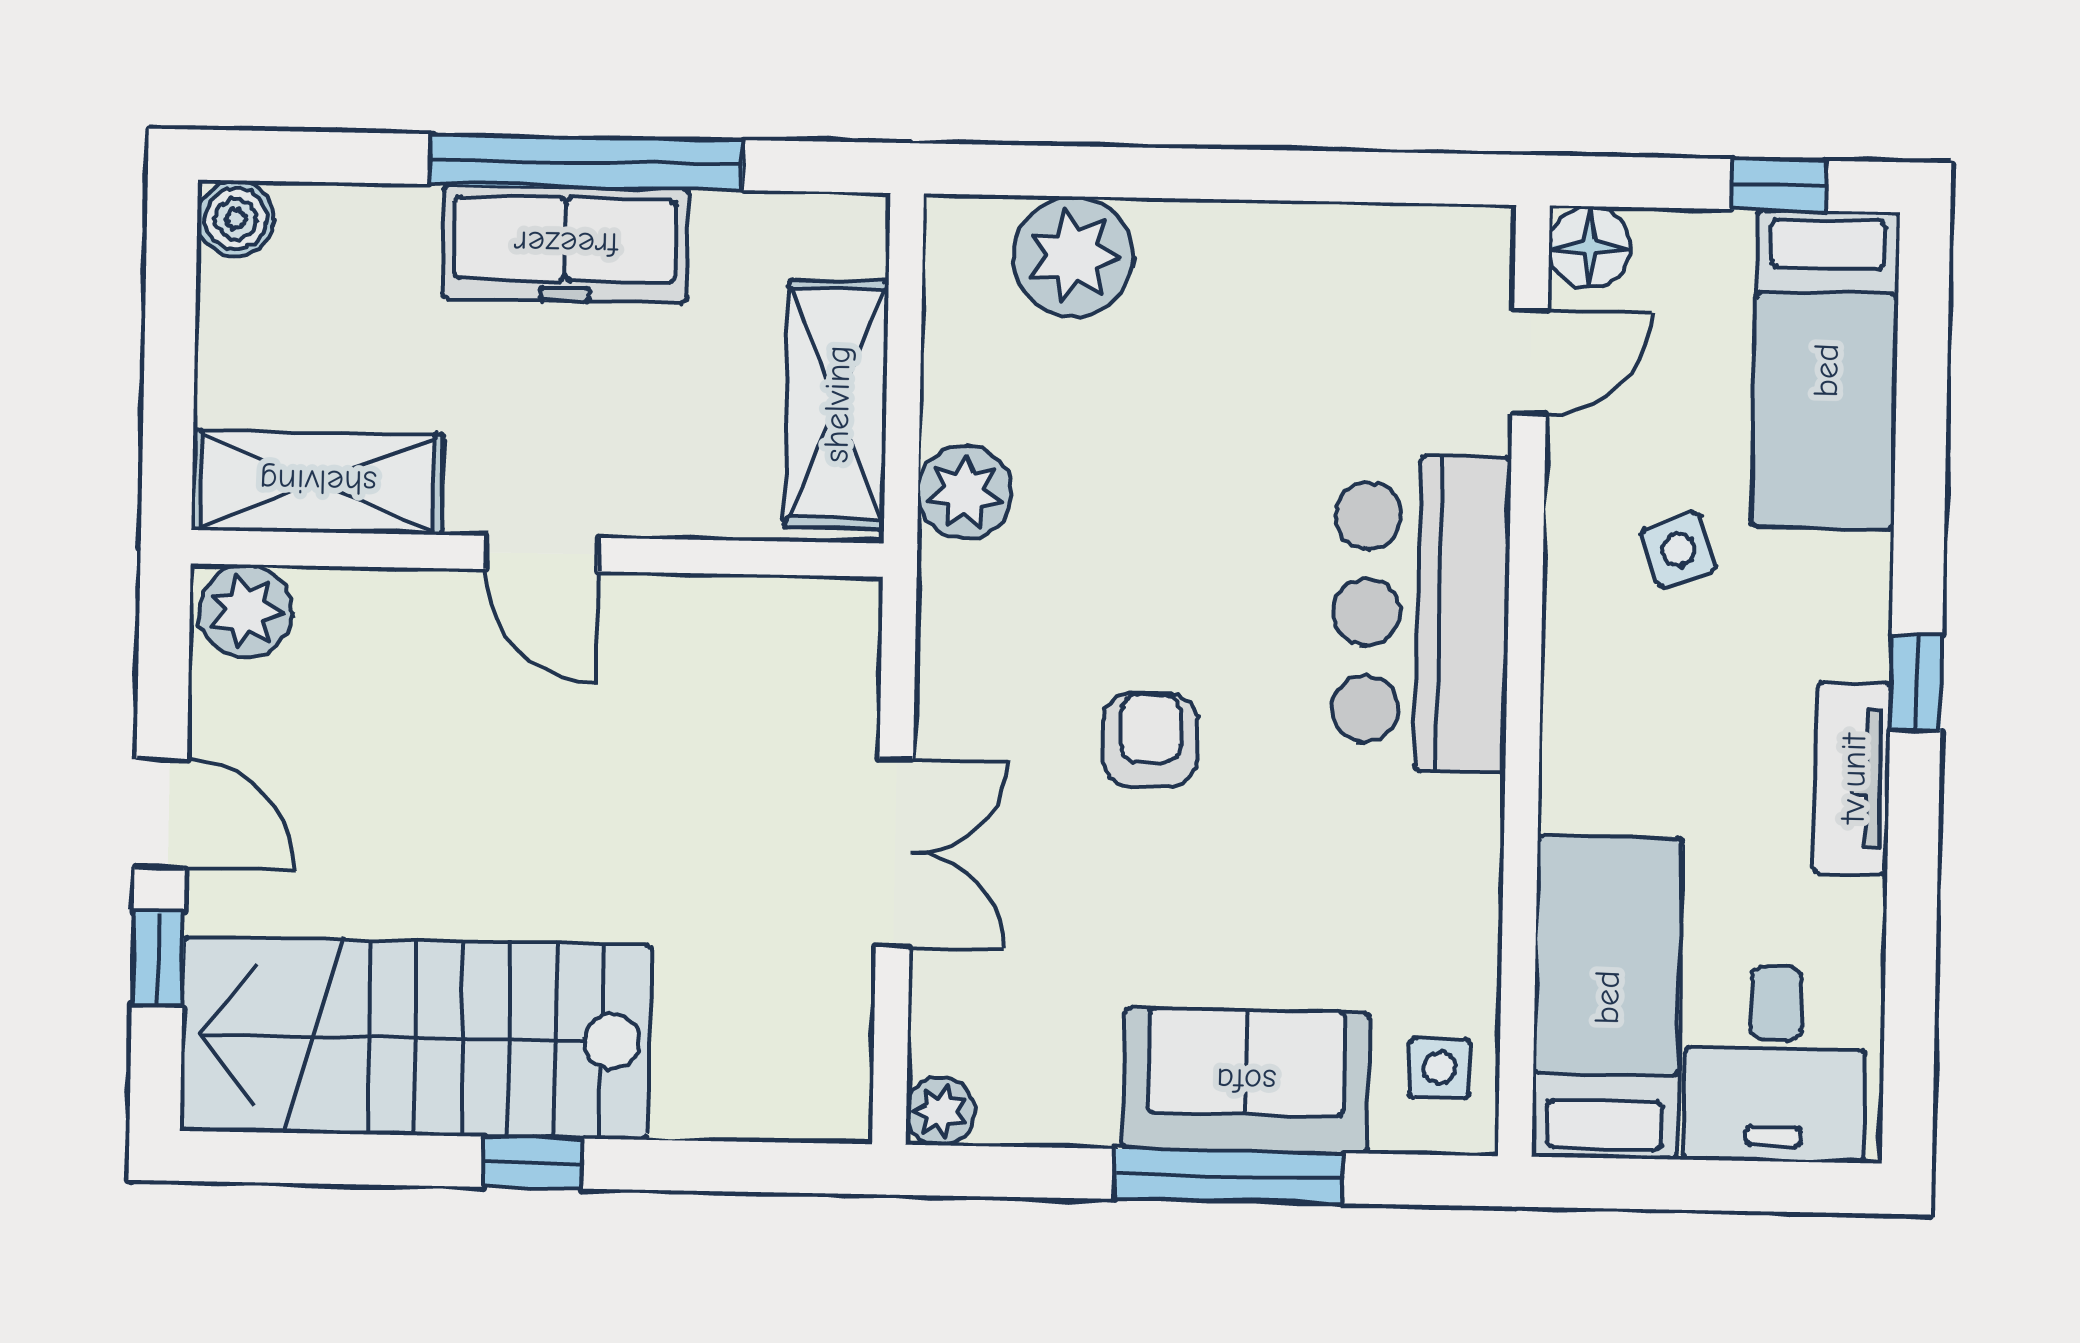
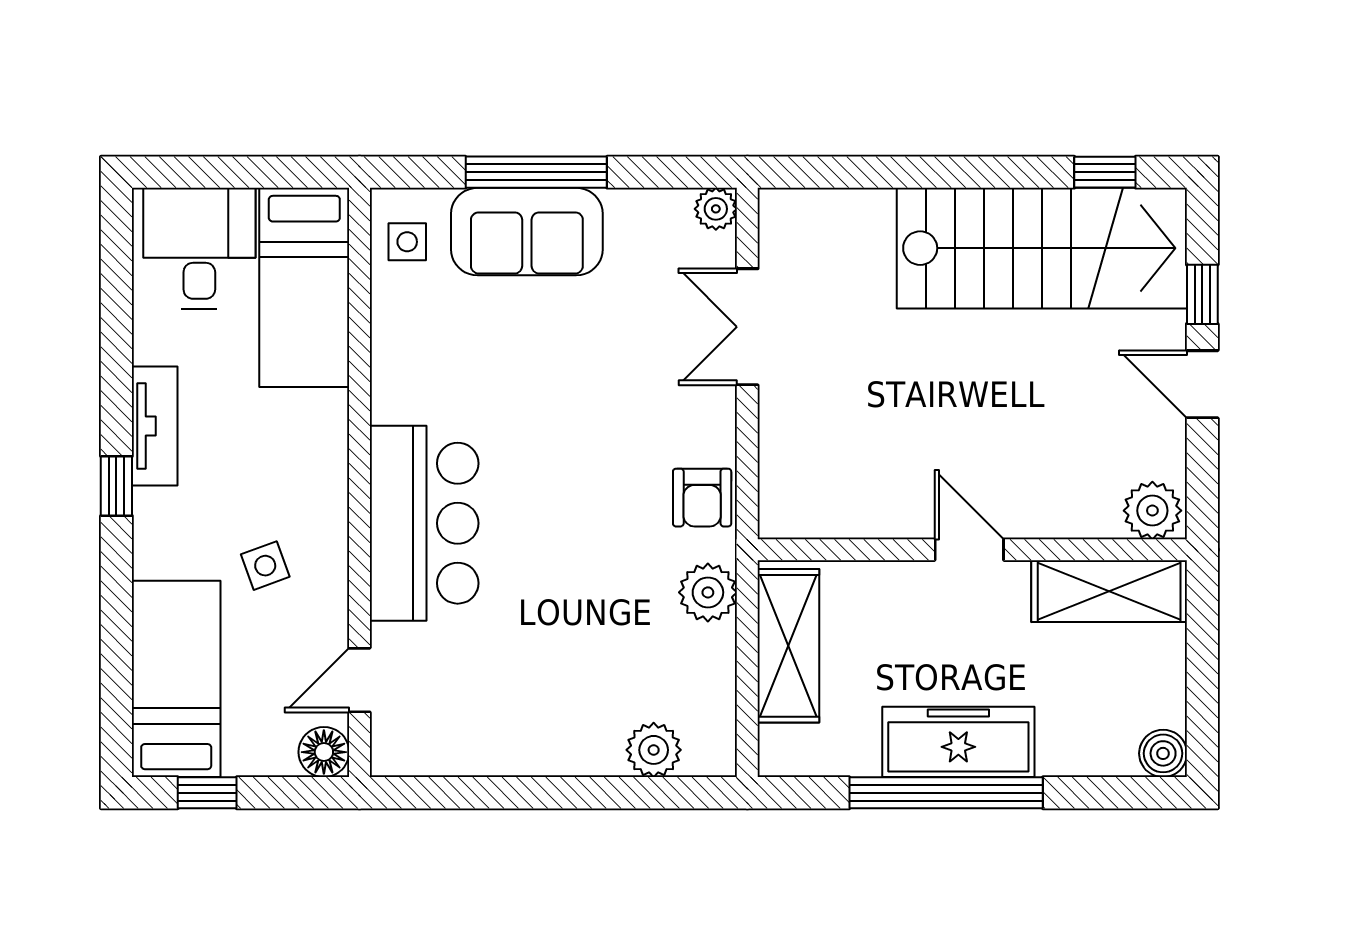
plant: (1073, 256) -> (654, 750), width x0.73, depth x0.73
armchair: (1150, 740) -> (702, 498), moved
double door: (894, 853) -> (747, 327), moved
window: (532, 1163) -> (1105, 172), moved

